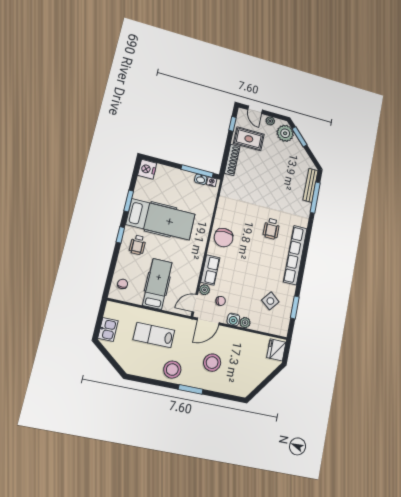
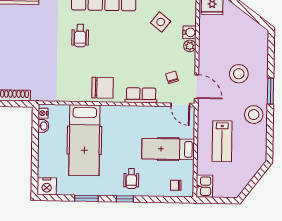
window: (197, 171) -> (35, 132), removed
hospital bed: (161, 219) -> (84, 140), moved, turned 180
wheelchair: (271, 229) -> (80, 36), turned 90
wheelchair: (138, 245) -> (131, 179), turned 90
plant: (204, 290) -> (164, 97), removed
water cooler: (233, 320) -> (189, 32), moved
kitchen sink: (108, 329) -> (204, 186), moved, turned 90

